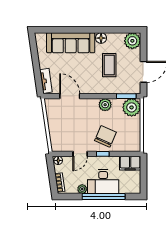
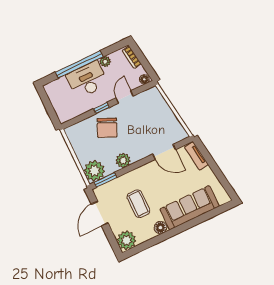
filing cabinet: (130, 163) -> (68, 112), removed

